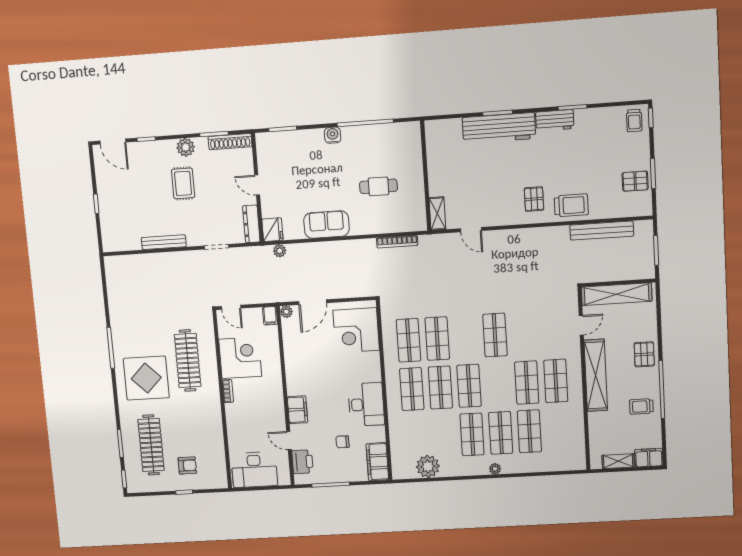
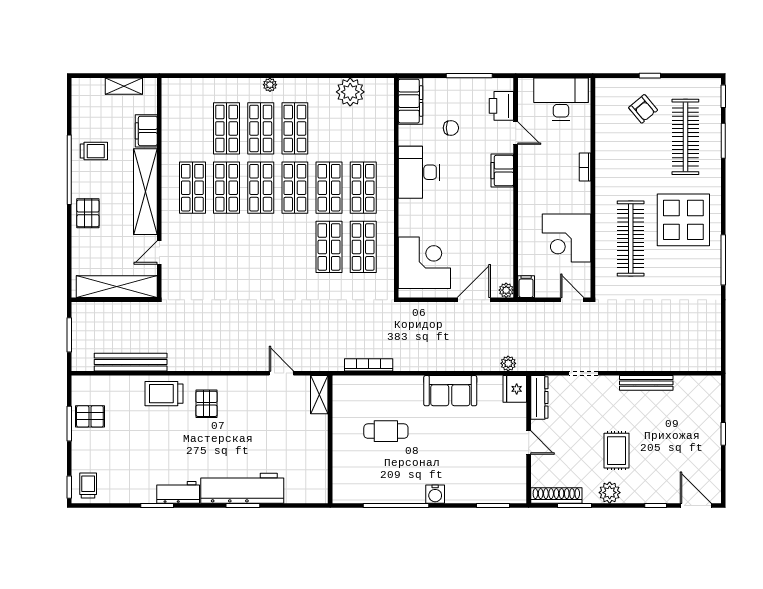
shop shelf: (495, 335) -> (261, 188), moved
bookcase: (228, 391) -> (585, 167), moved
filing cabinet: (649, 458) -> (146, 131), moved, turned 90
armchair: (187, 465) -> (643, 109), turned -130

